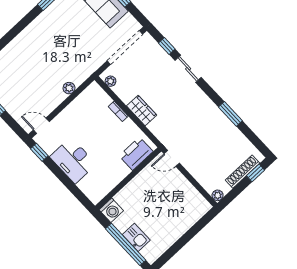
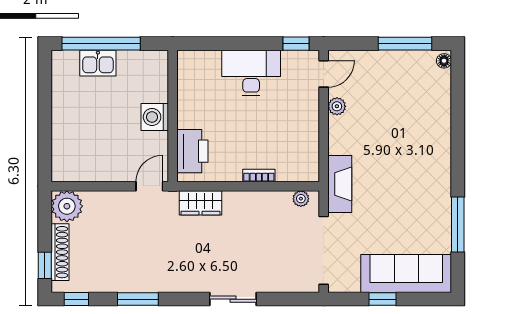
window: (167, 46) -> (76, 299), moved
fireplace: (86, 69) -> (340, 184), added
plant: (69, 88) -> (337, 106), moved
wardrobe: (142, 110) -> (200, 203), moved
plant: (218, 195) -> (67, 206), width x1.88, depth x1.88
washing machine: (111, 210) -> (155, 117), moved

